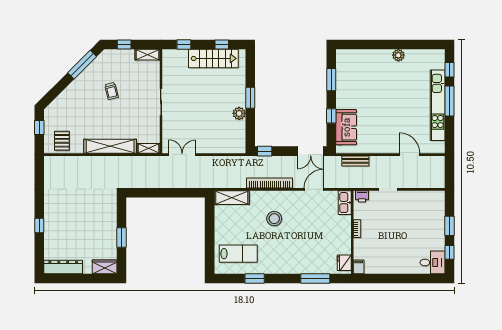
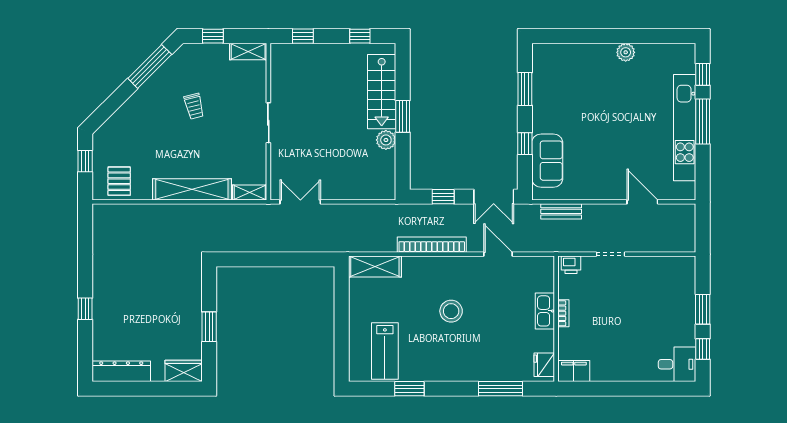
stairs: (213, 58) -> (382, 92), moved, turned 90
window: (265, 151) -> (443, 197), moved
door: (314, 189) -> (498, 254), hinge flipped
kitchen sink: (345, 203) -> (545, 311), moved
stool: (274, 219) -> (451, 311), moved
lab bench: (238, 254) -> (385, 351), turned 90
filing cabinet: (359, 267) -> (574, 371), width x2.00

